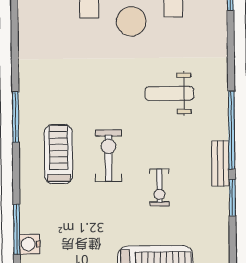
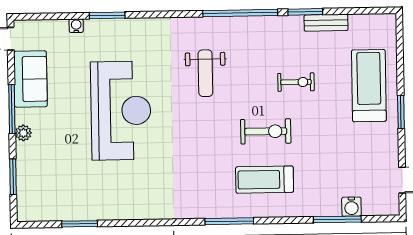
exercise bike: (109, 156) -> (266, 131), turned 180
bench: (220, 163) -> (326, 23), moved

